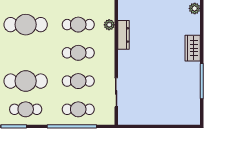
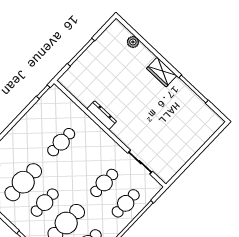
plant: (109, 25) -> (84, 119), removed
cafe table: (78, 53) -> (45, 203), moved

